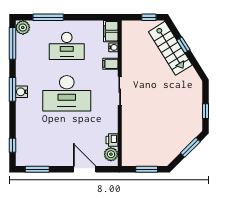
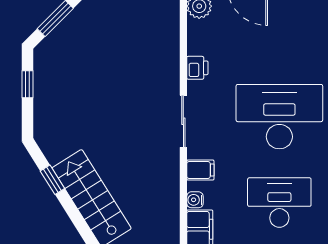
window: (183, 45) -> (52, 180), moved
printer: (112, 140) -> (197, 68), moved

